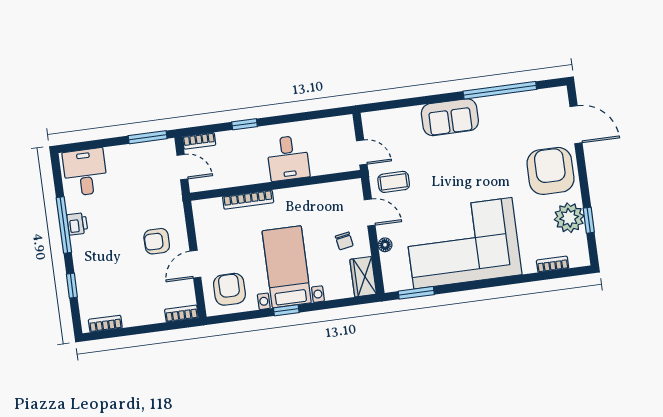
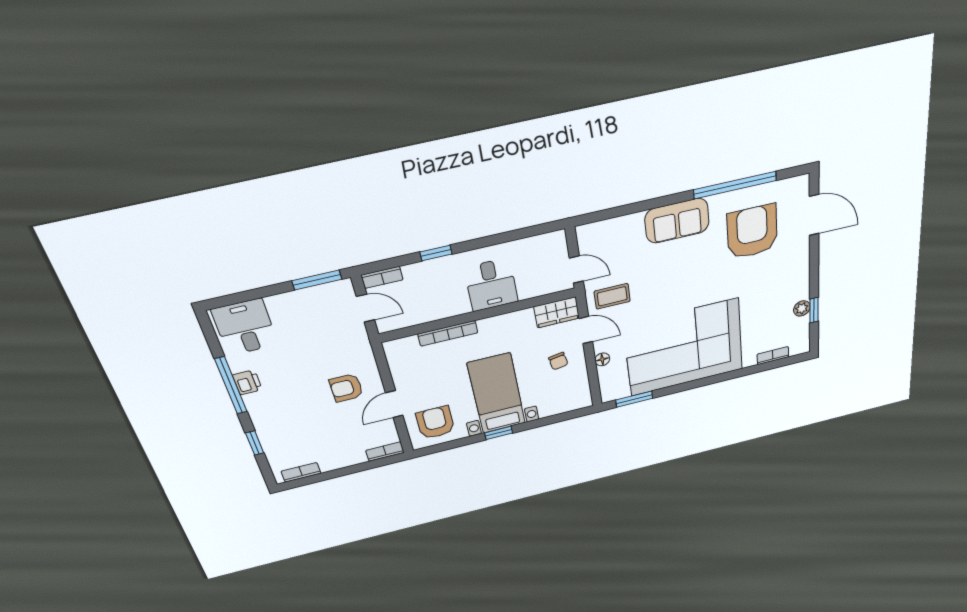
armchair: (550, 171) -> (752, 232), moved
plant: (569, 218) -> (802, 308), width x0.53, depth x0.53
wardrobe: (363, 277) -> (557, 312), moved, turned -90

